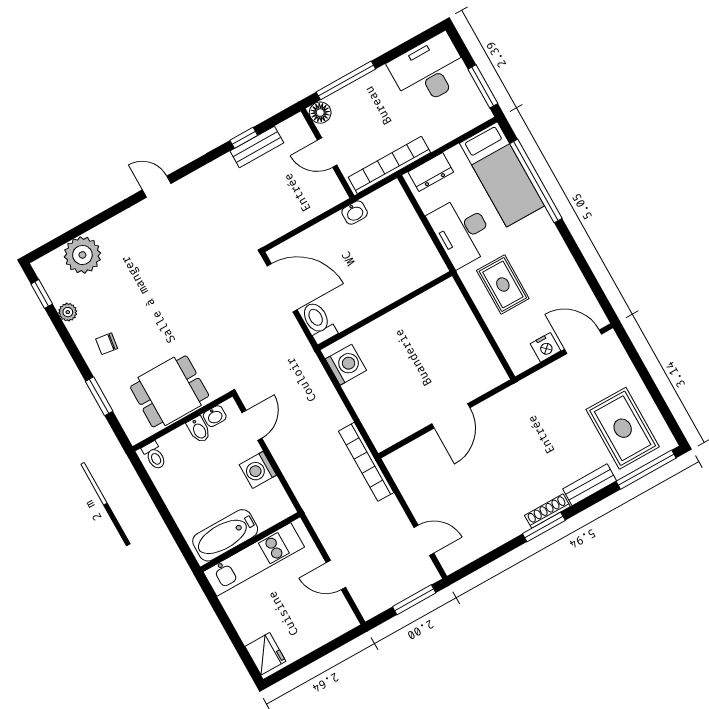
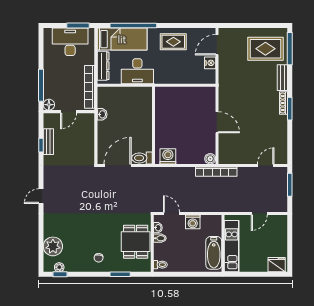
desk: (429, 70) -> (70, 42), moved, turned 90
dresser: (431, 172) -> (103, 66), width x1.44
rug: (503, 285) -> (173, 42), moved
plant: (68, 312) -> (59, 267), moved
boiler: (382, 439) -> (210, 159), added

